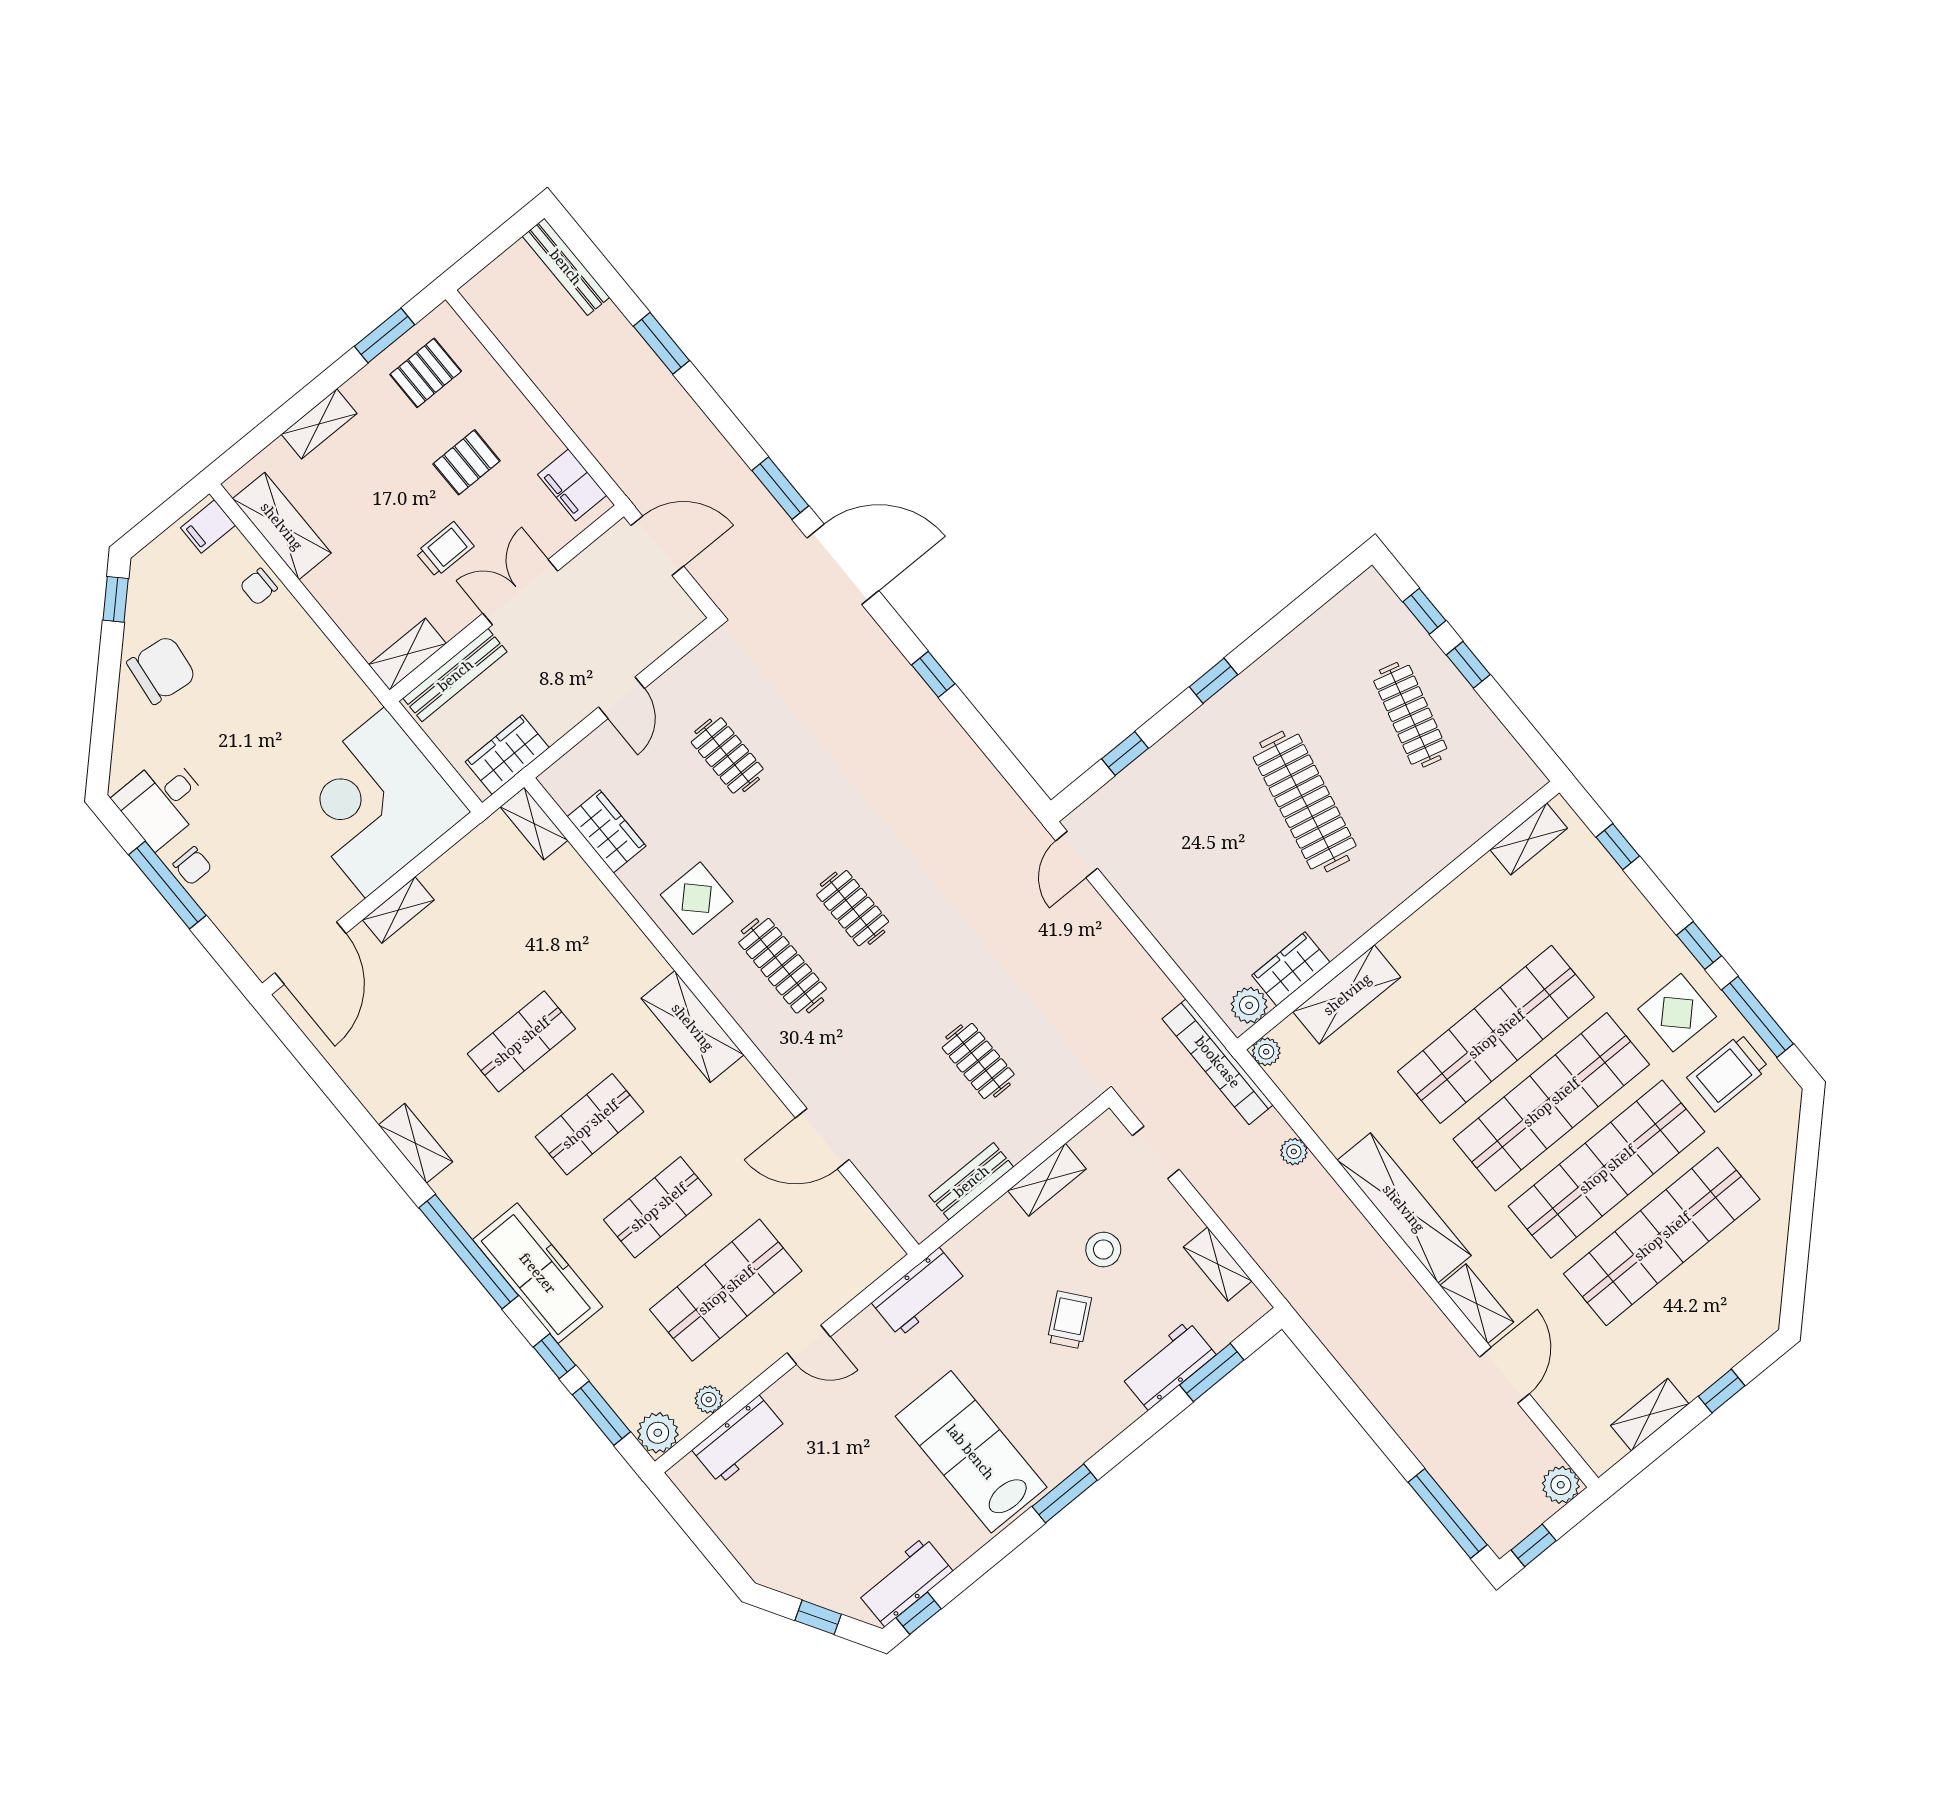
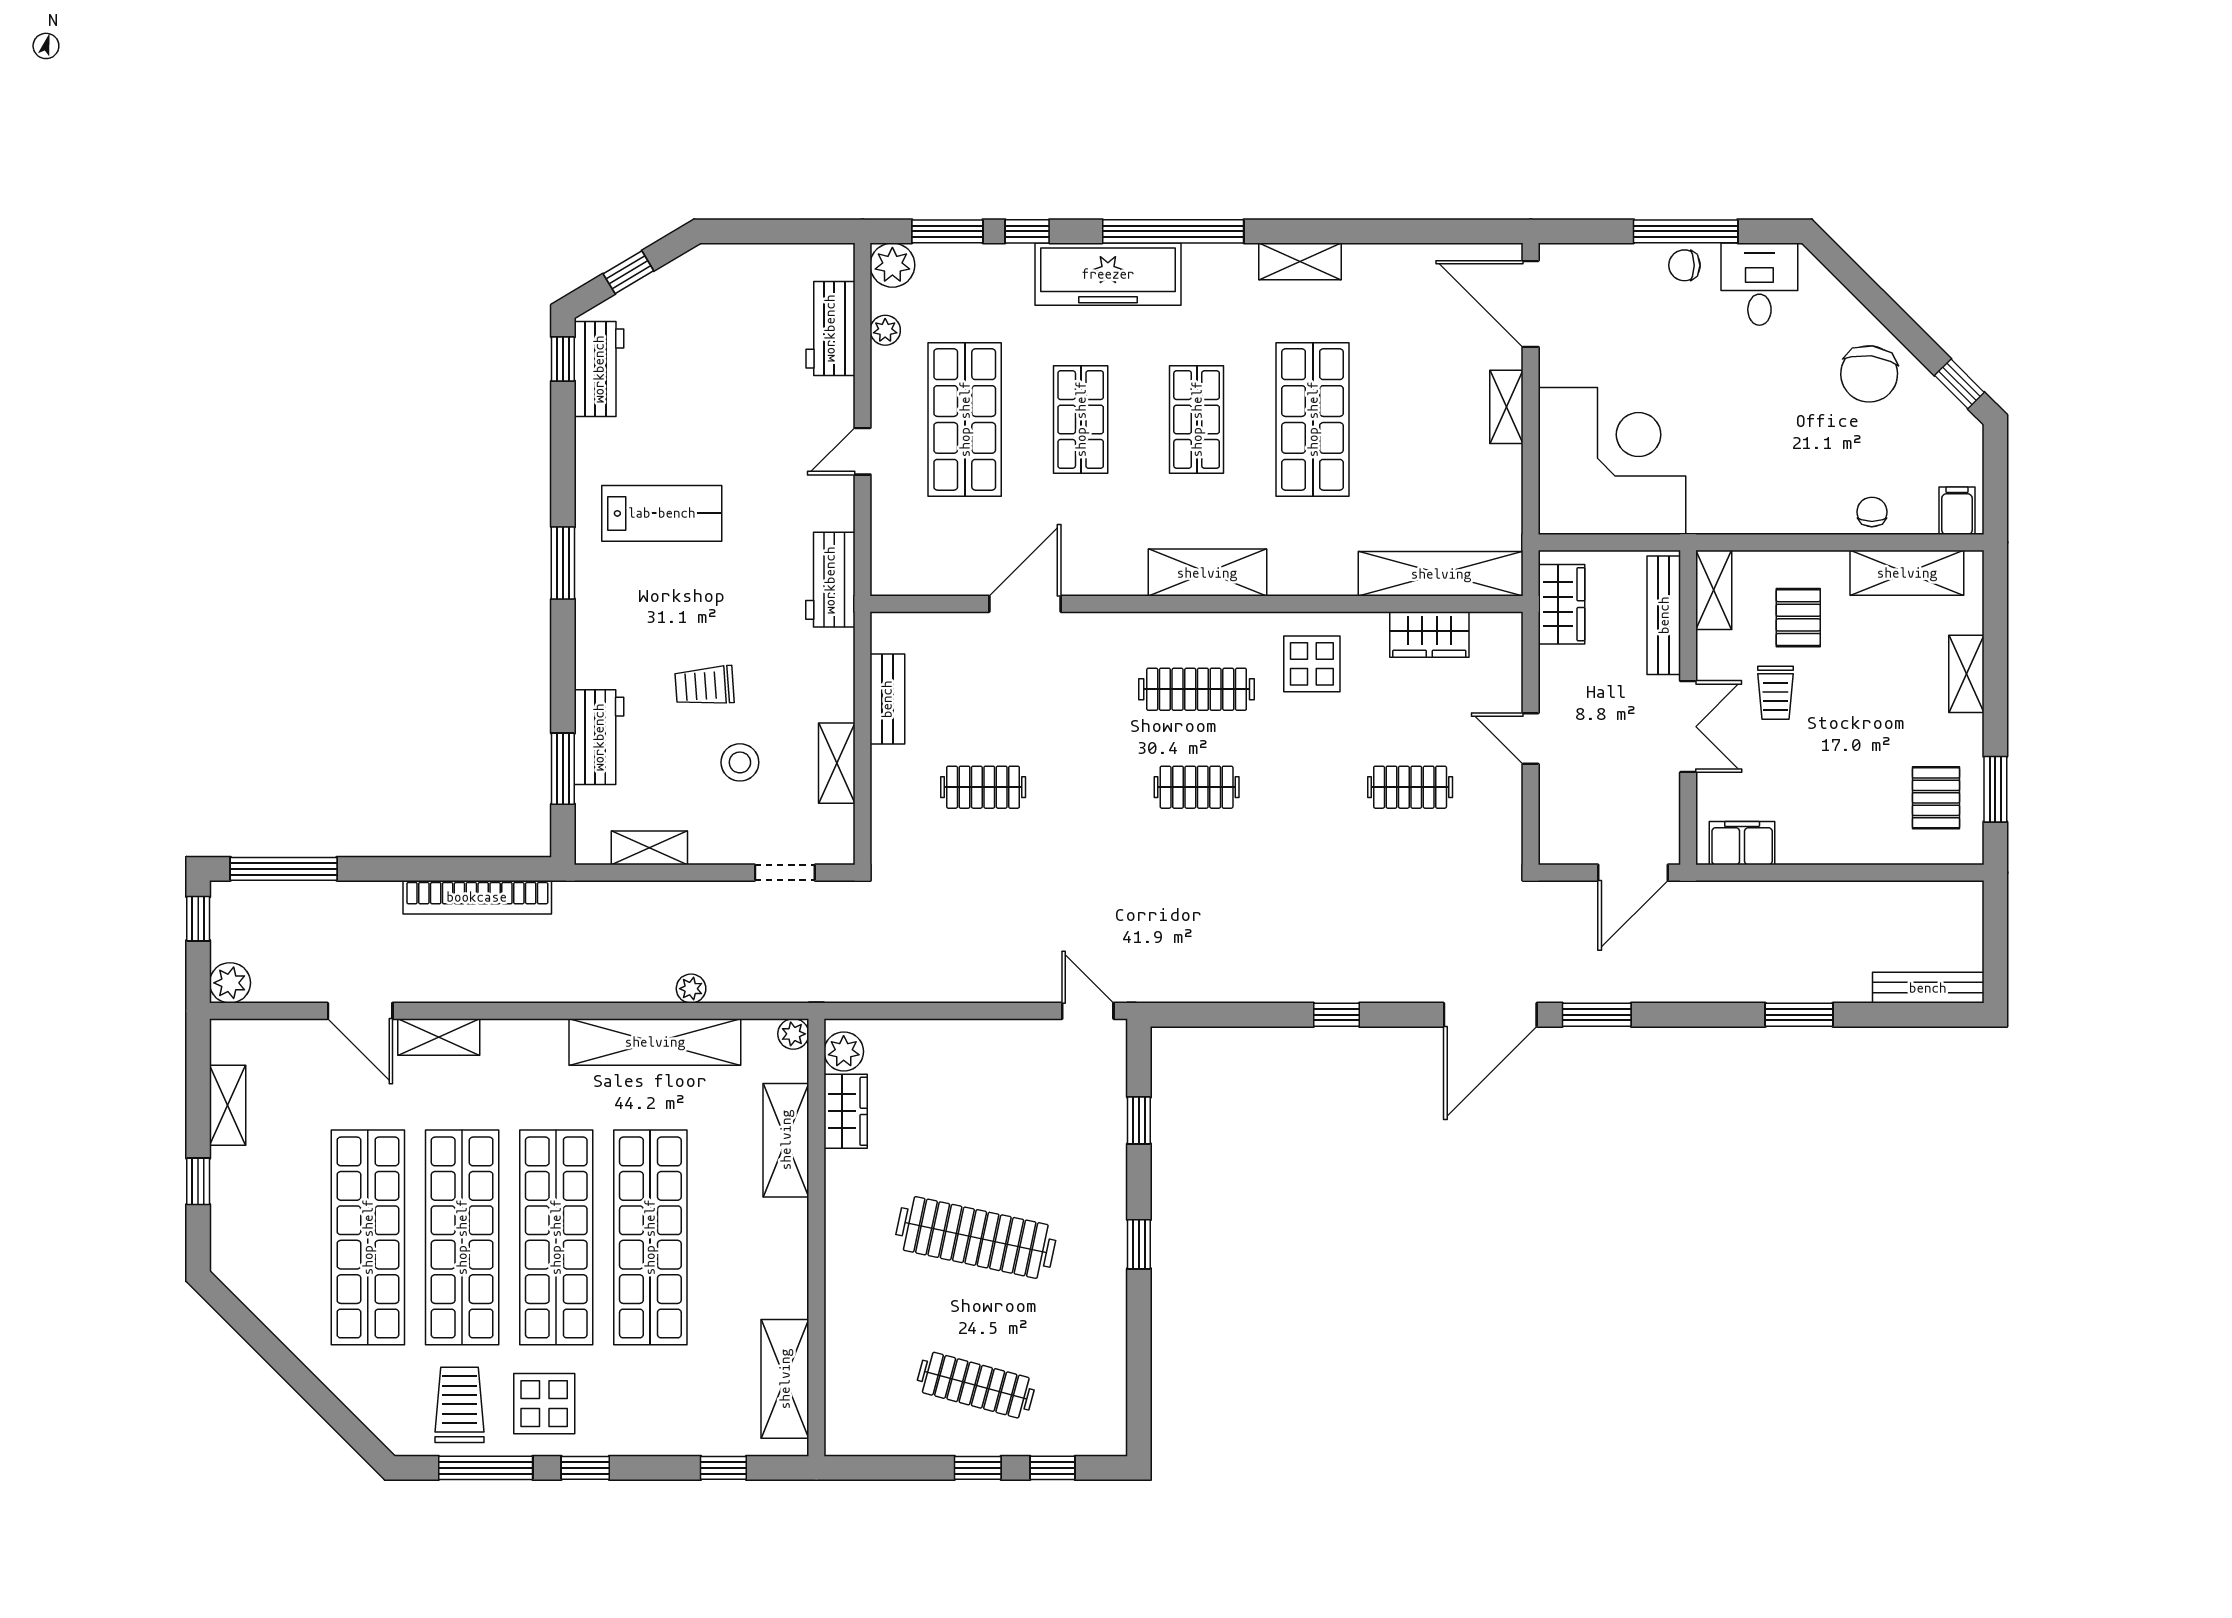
pallet: (467, 462) -> (1798, 618), moved
shelving: (534, 824) -> (1441, 574), width x2.20, depth x1.33
shelving: (1529, 839) -> (785, 1379), width x1.50, depth x1.33
shop shelf: (521, 1041) -> (1313, 419), width x1.43, depth x1.36
bookcase: (1218, 1062) -> (477, 897), moved, turned 180
shelving: (1404, 1208) -> (655, 1042), moved
trolley: (1069, 1320) -> (704, 686), turned 125
lab bench: (971, 1452) -> (662, 513), width x0.73, depth x0.72

